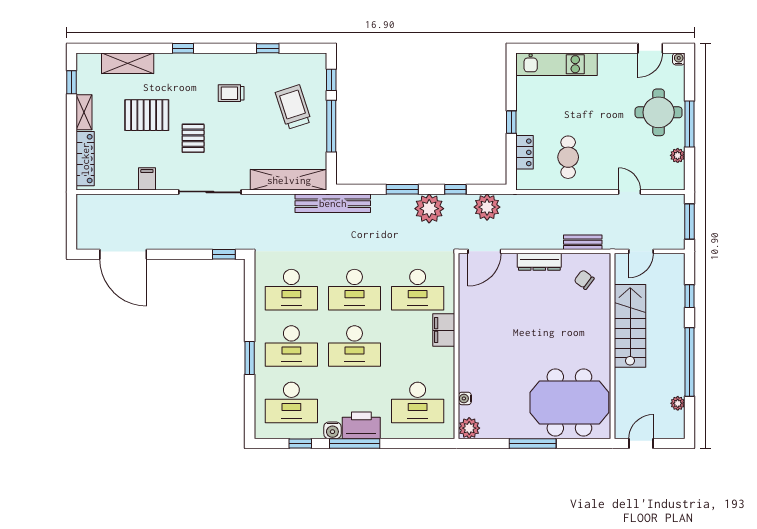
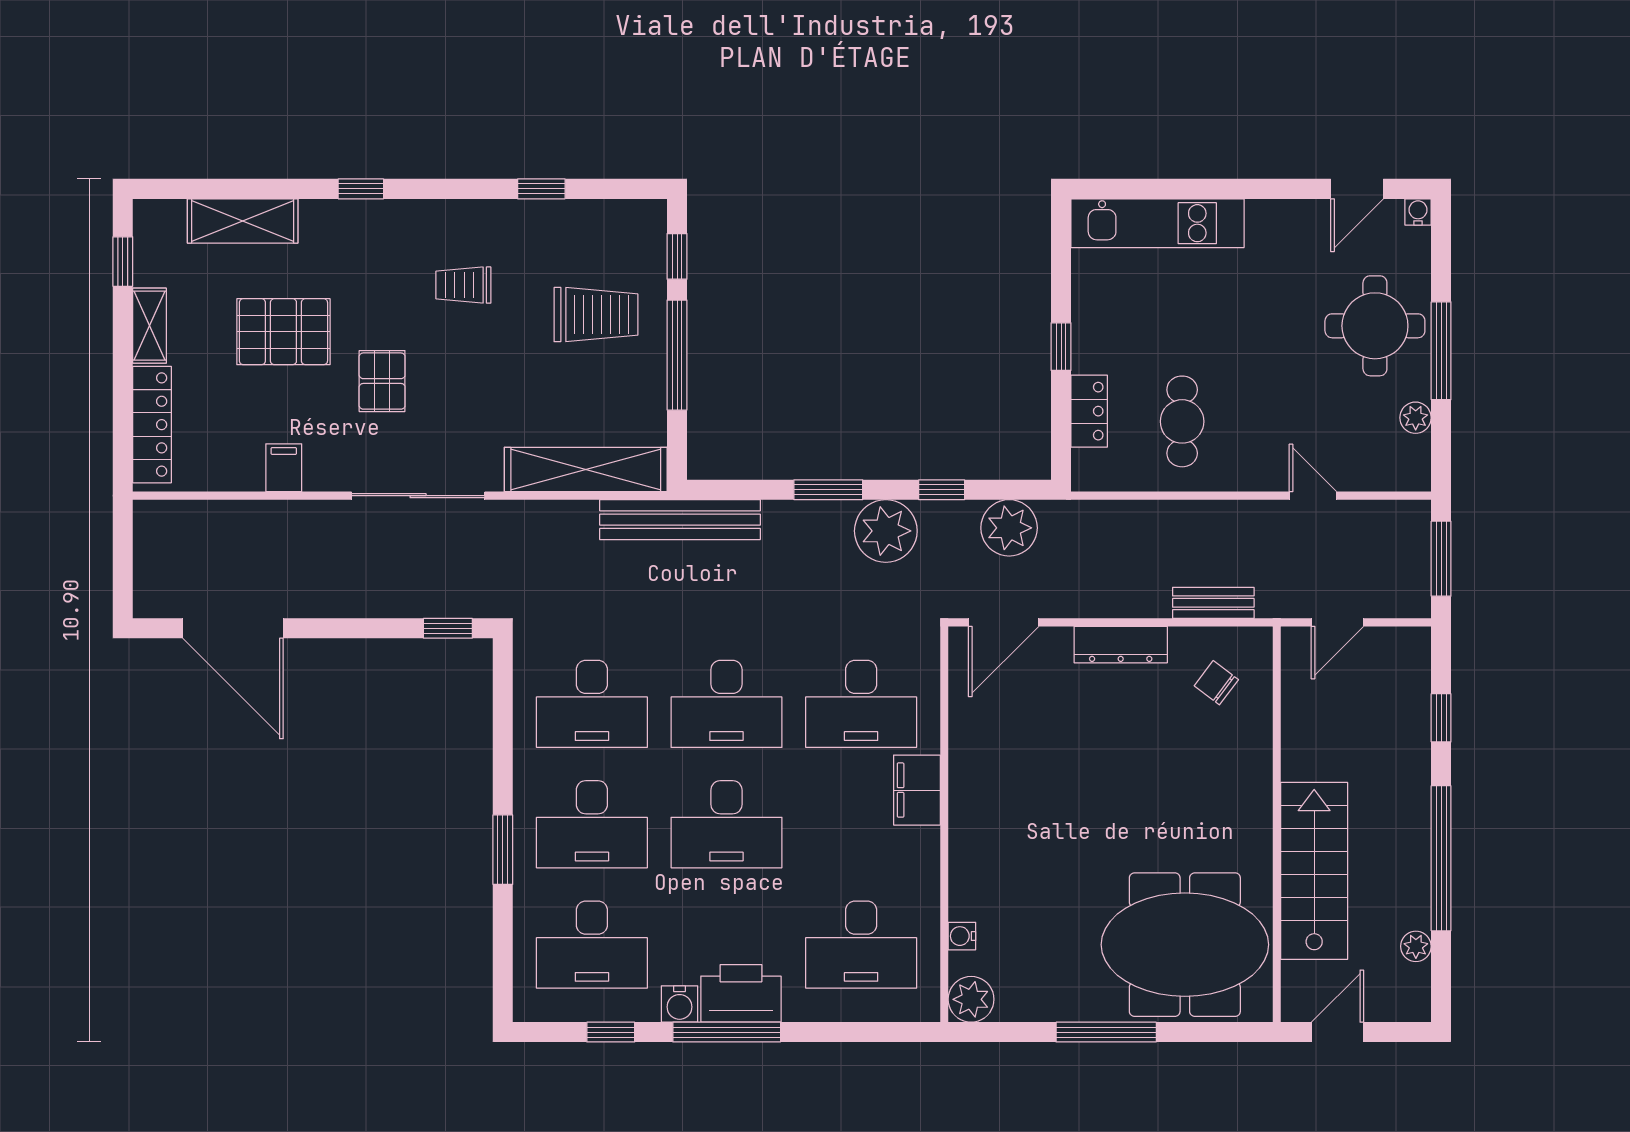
trolley: (293, 107) -> (596, 315), turned 108
stairs: (630, 326) -> (1314, 871), moved

